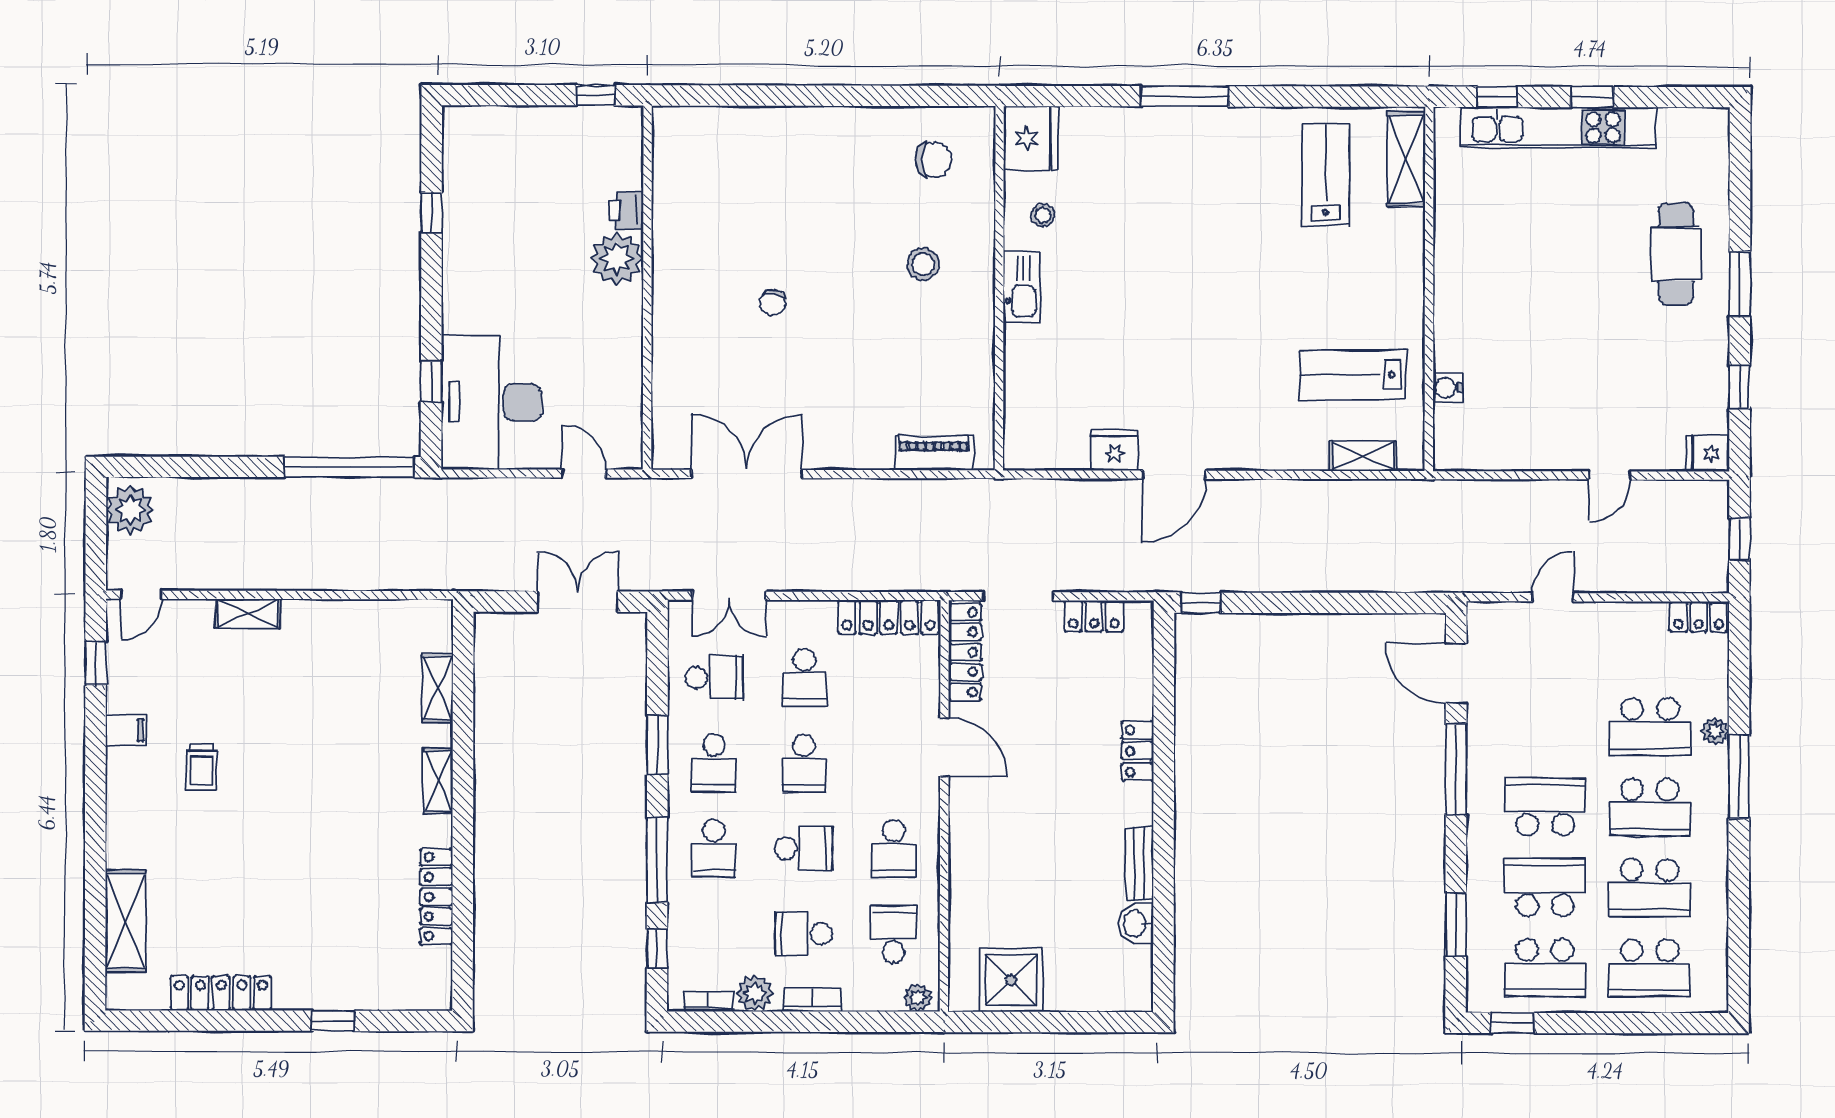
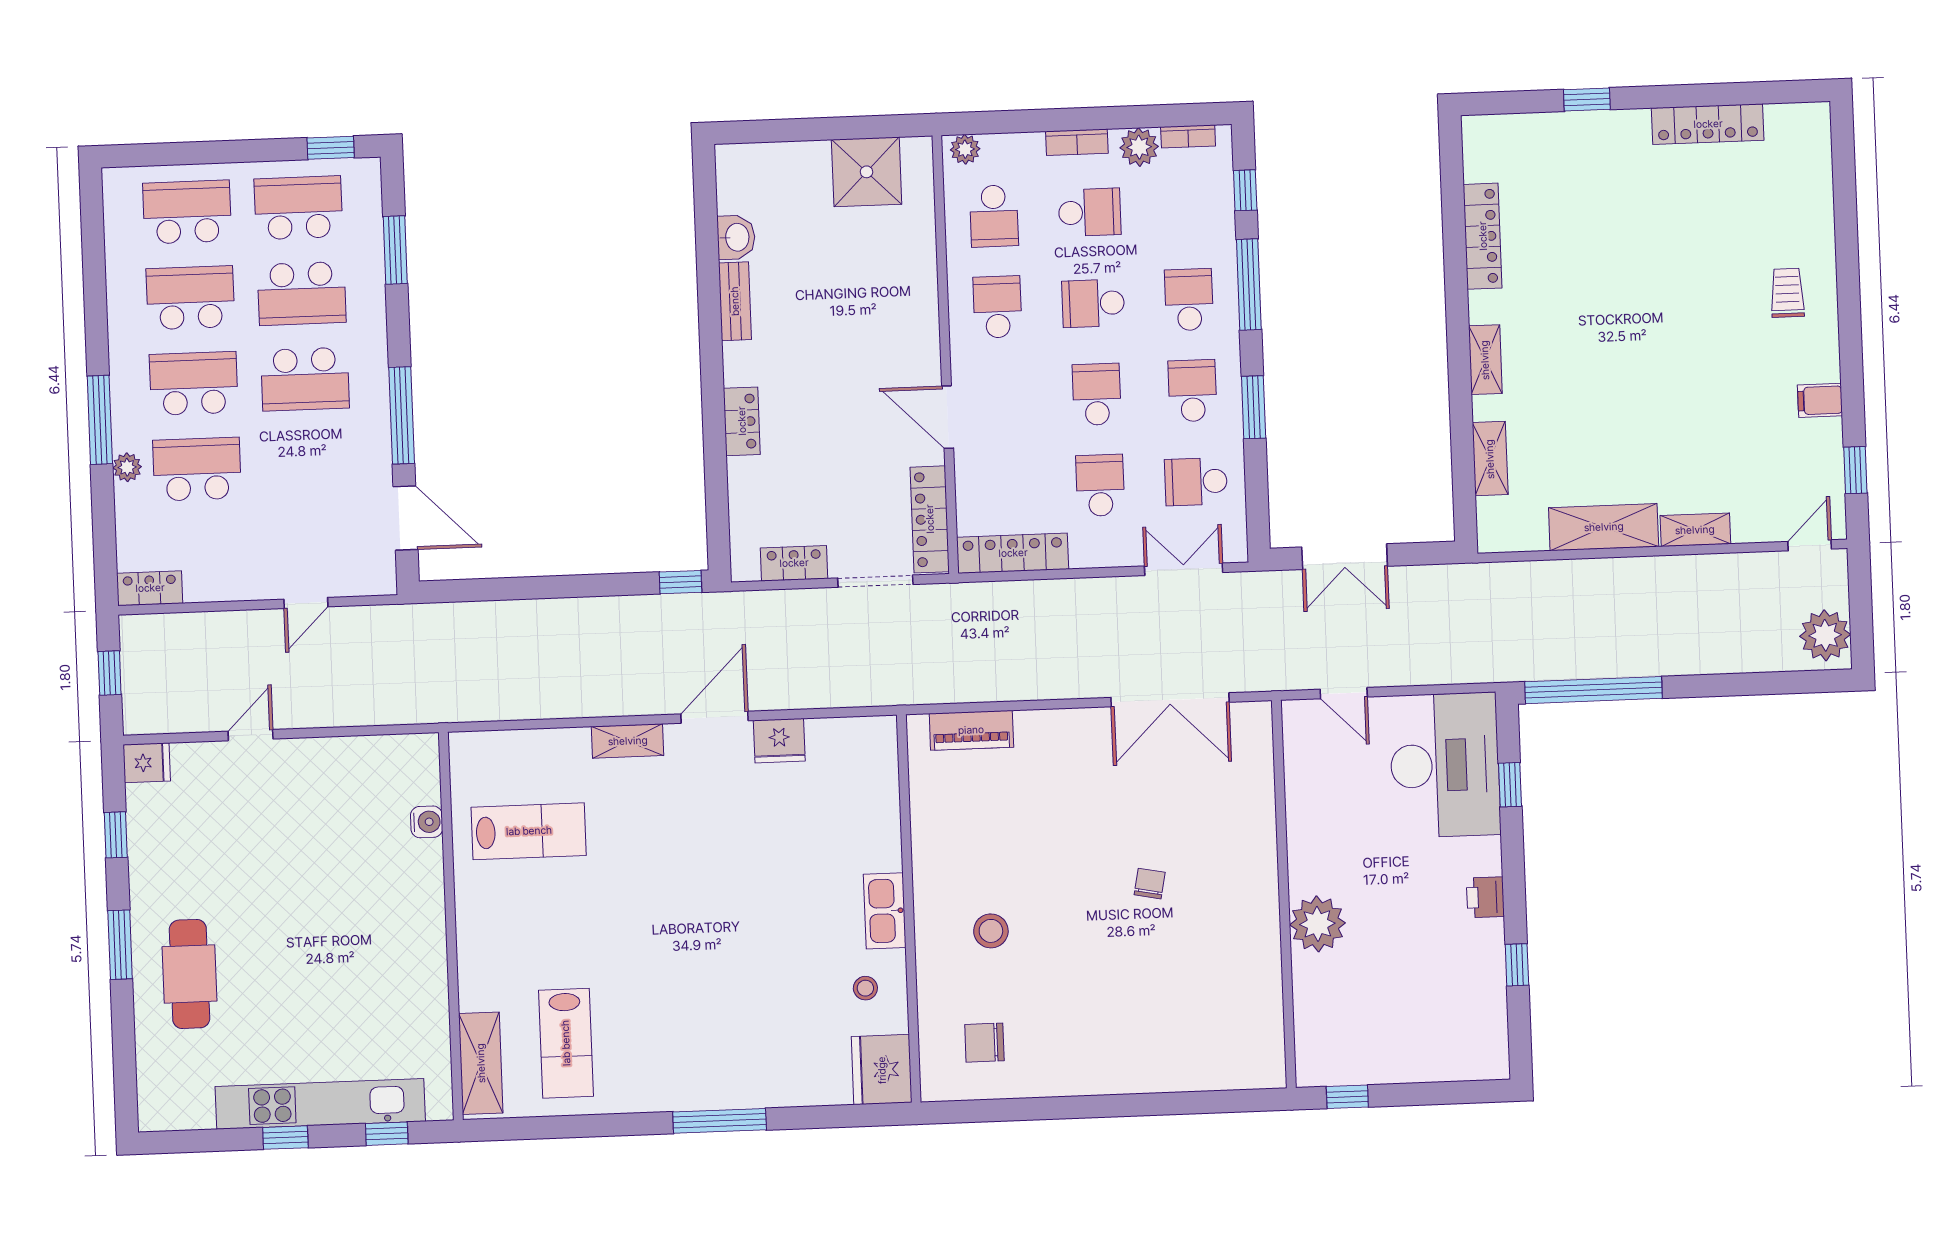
printer: (626, 211) -> (1485, 897), moved, turned 180
shelving: (1363, 456) -> (628, 741), moved
trolley: (202, 767) -> (1787, 293), moved
shelving: (126, 921) -> (1604, 527), moved, turned 90

